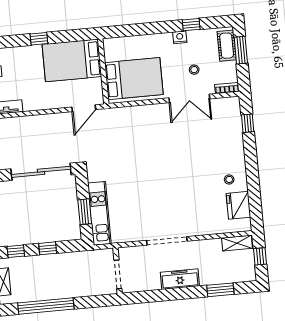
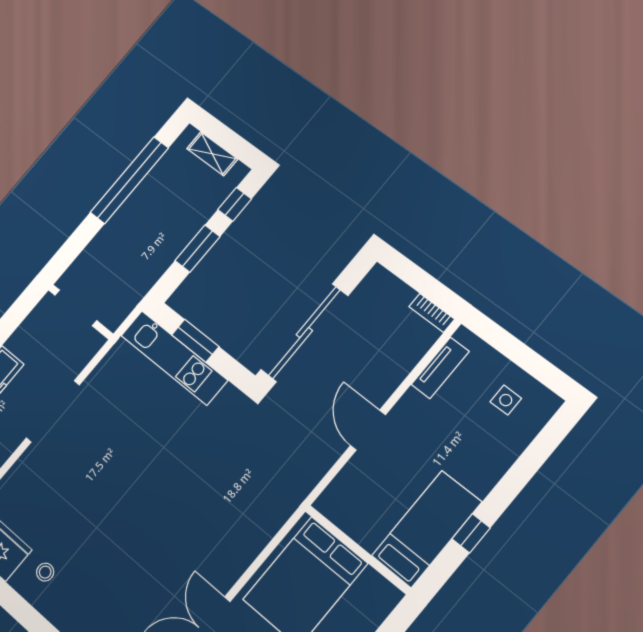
window: (39, 39) -> (471, 533), moved
bed: (72, 60) -> (427, 529), width x0.67
door: (84, 108) -> (368, 430), moved
window: (48, 248) -> (197, 249), width x1.50

